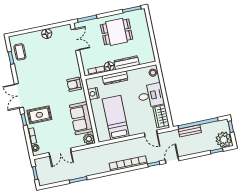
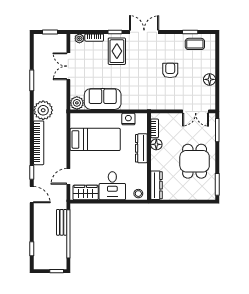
dresser: (126, 63) -> (156, 185), moved
armchair: (74, 84) -> (170, 70), moved
plant: (224, 140) -> (43, 110), moved

